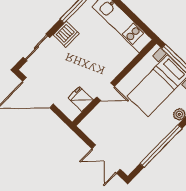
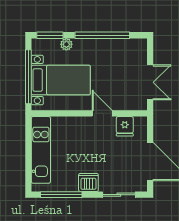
double door: (106, 159) -> (150, 82), moved

